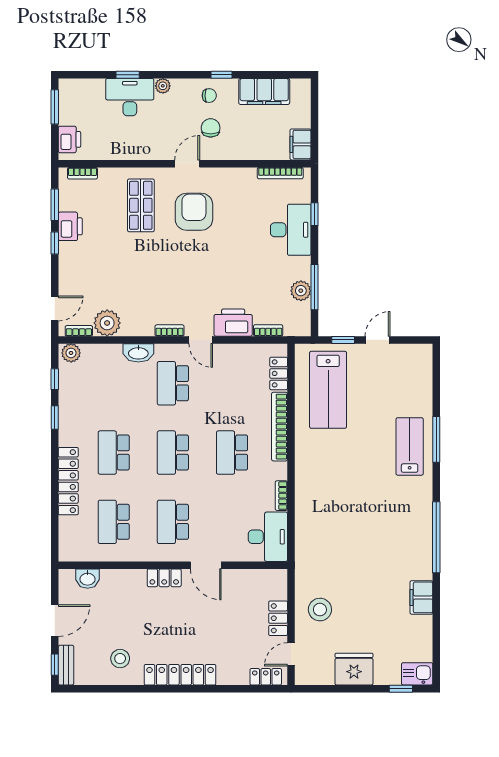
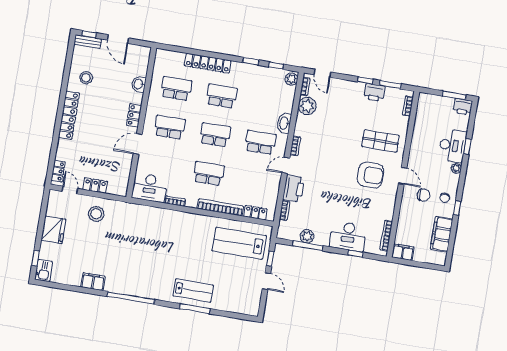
printer: (69, 139) -> (463, 107), moved
washbasin: (88, 579) -> (139, 84), moved

